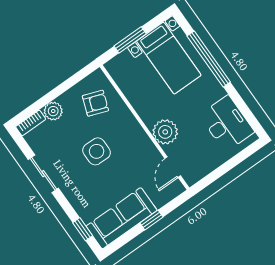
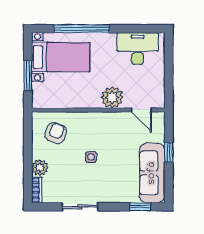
side table: (97, 151) -> (91, 157), width x0.54, depth x0.54

